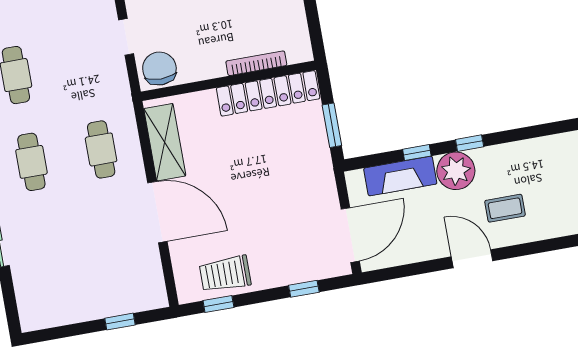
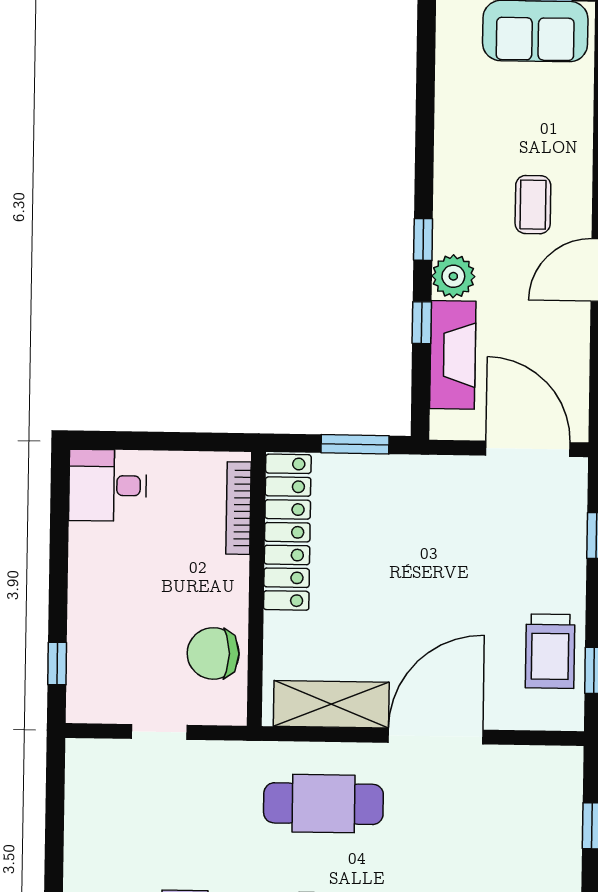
bookcase: (256, 63) -> (238, 508), moved
chair: (159, 68) -> (213, 653), moved
cafe table: (101, 149) -> (323, 804), width x1.37, depth x1.35
plant: (456, 171) -> (453, 276), width x0.73, depth x0.73

